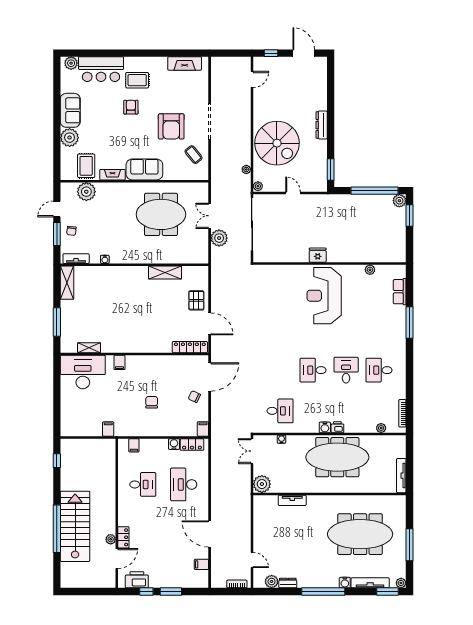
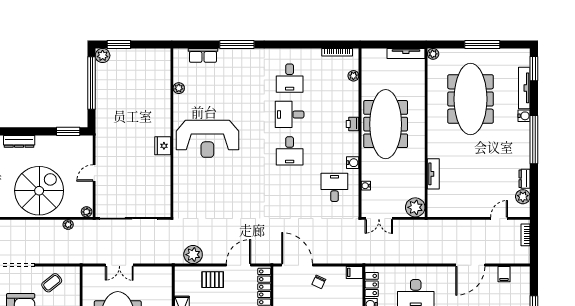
plant: (219, 238) -> (193, 255), moved
water cooler: (325, 427) -> (353, 163), moved
plant: (401, 583) -> (433, 54), moved

